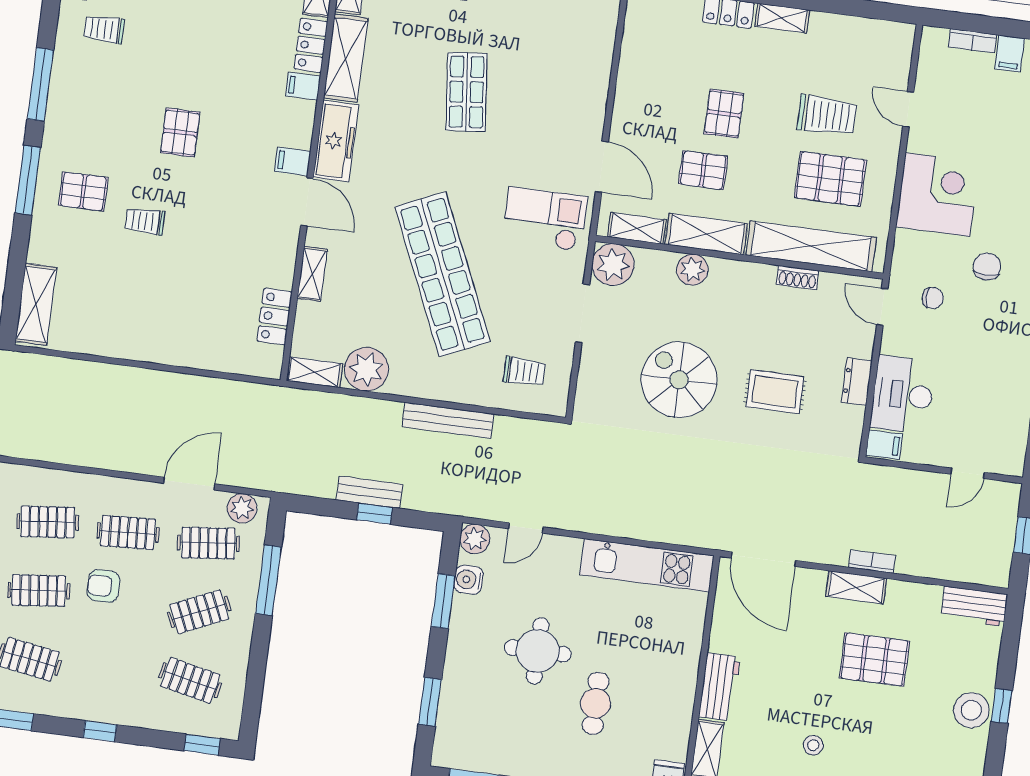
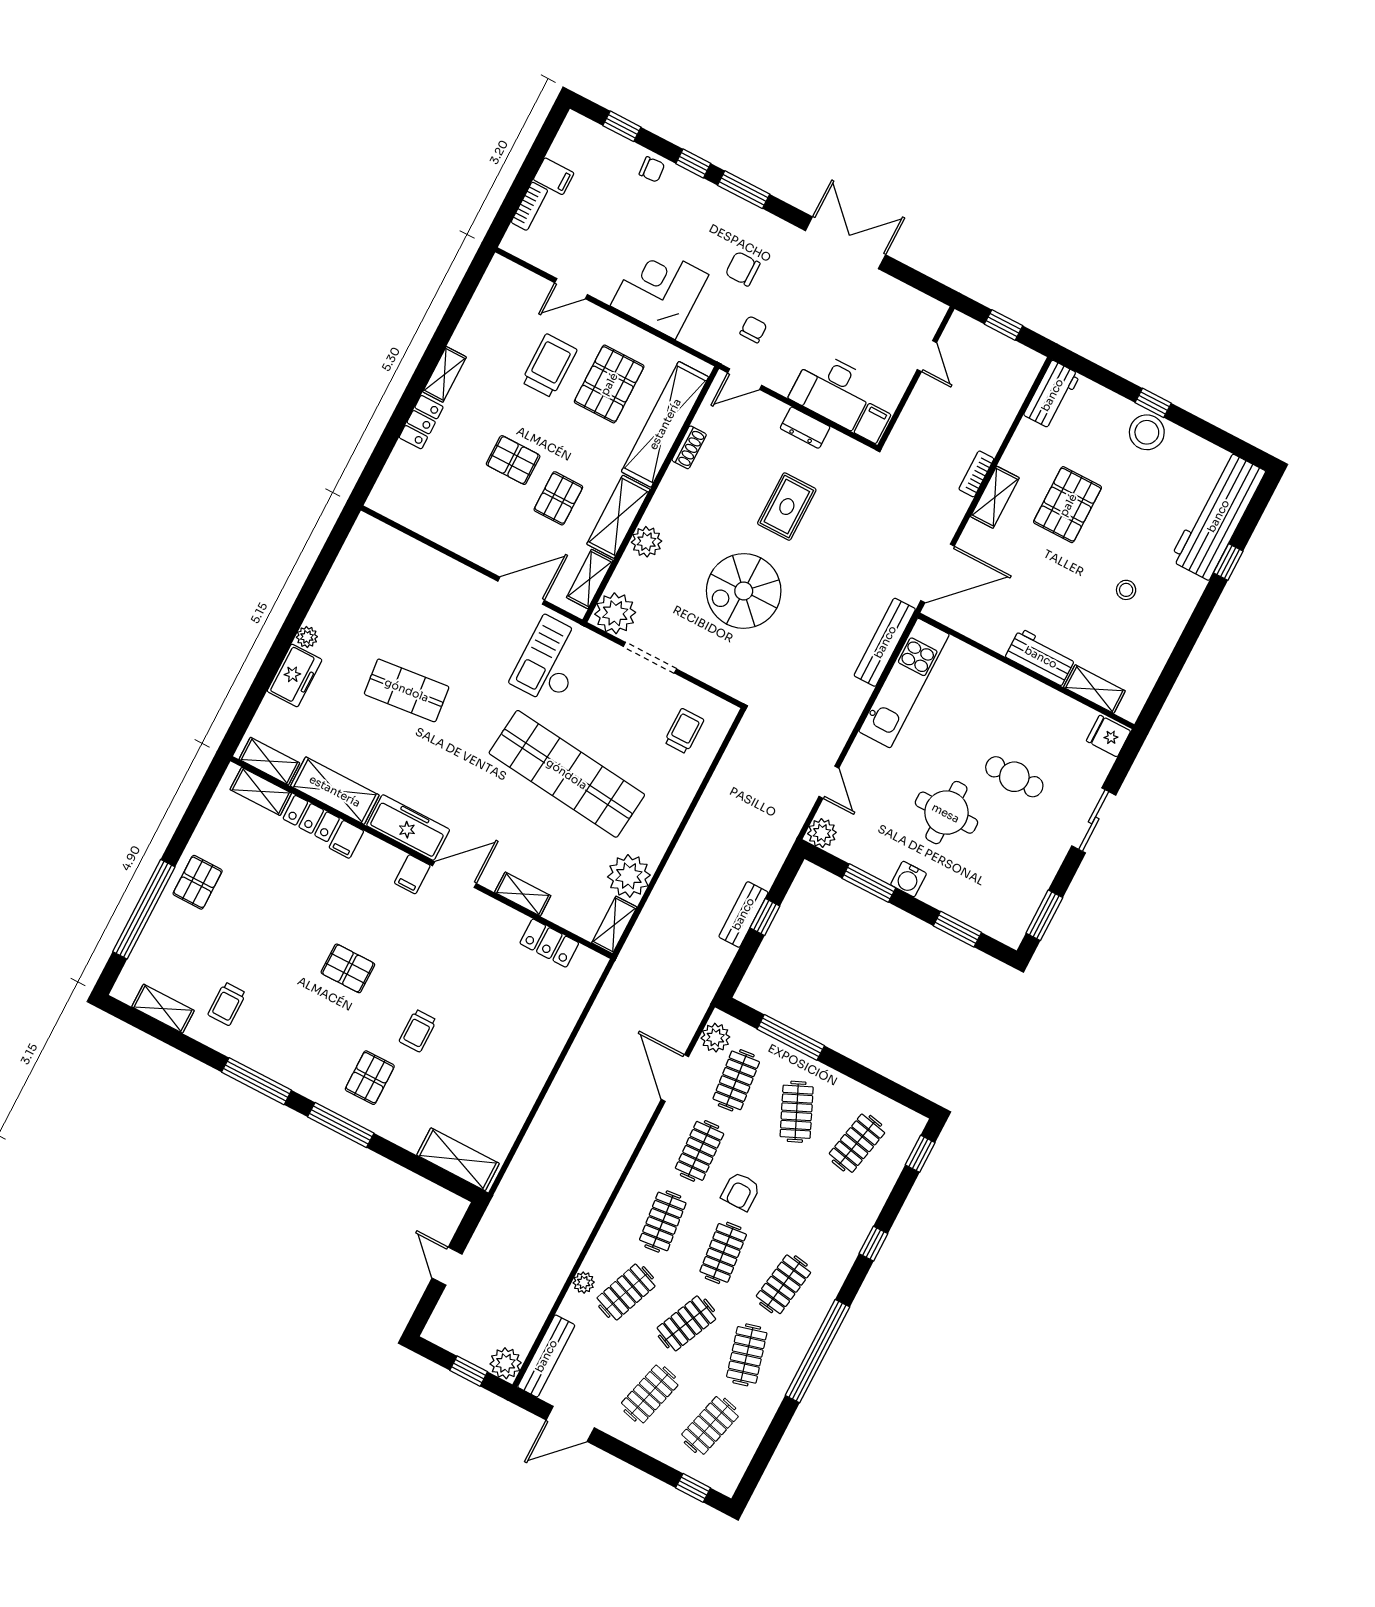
shop shelf: (443, 274) -> (567, 774), turned 30
bench: (448, 420) -> (885, 642), moved
water cooler: (468, 580) -> (909, 879), moved

